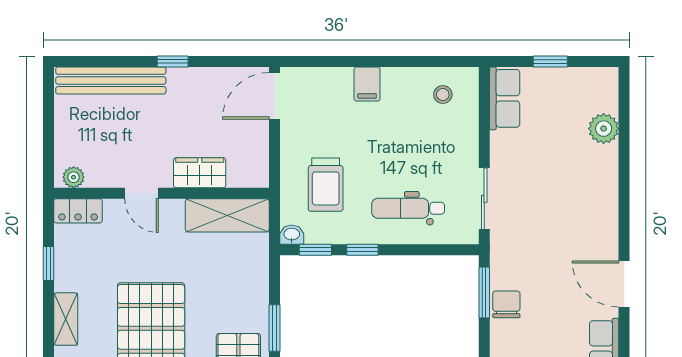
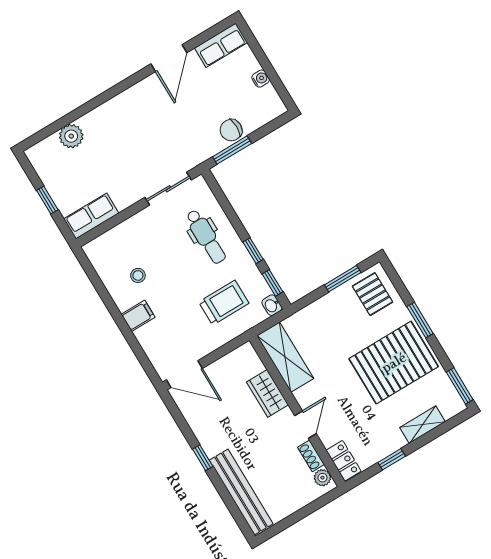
stool: (443, 95) -> (138, 275), moved
shoe rack: (104, 179) -> (311, 456), added

